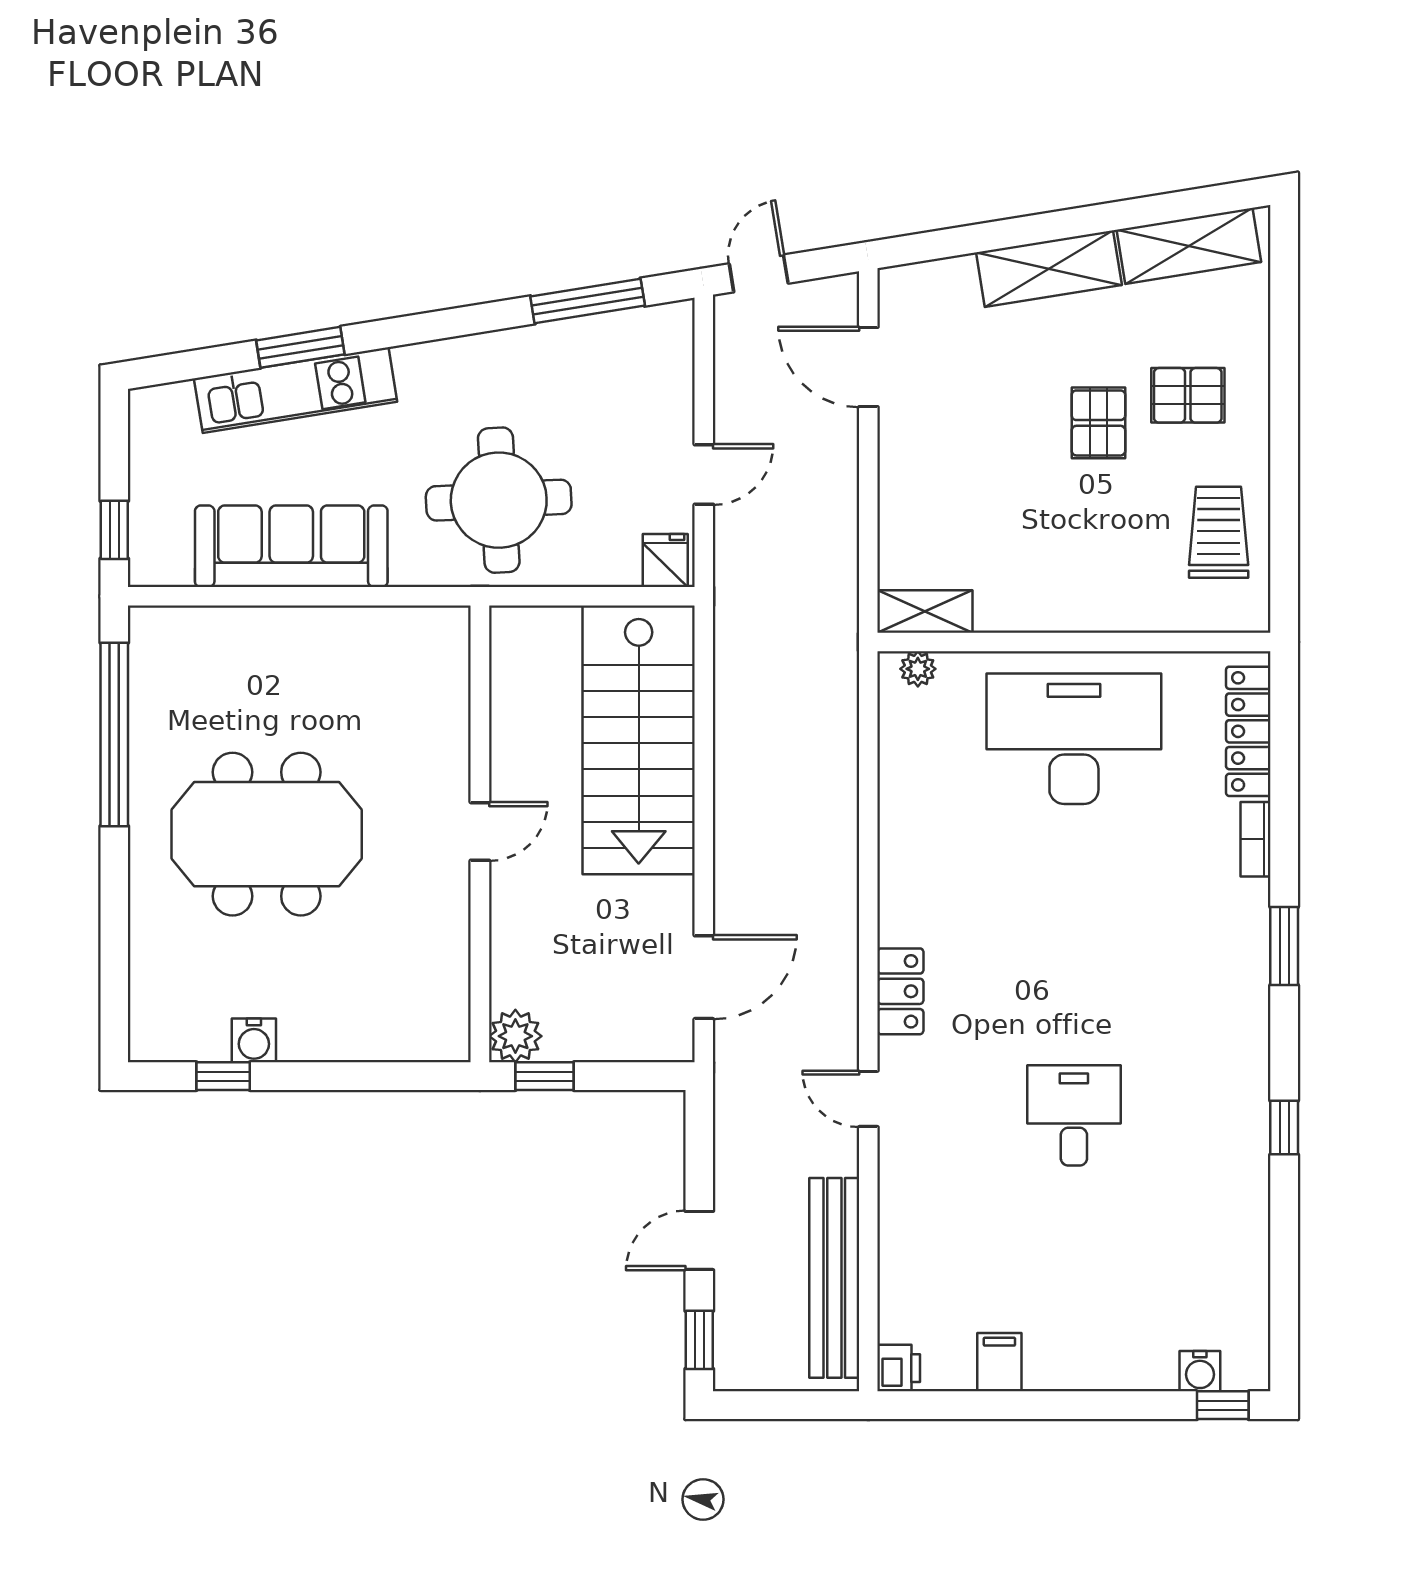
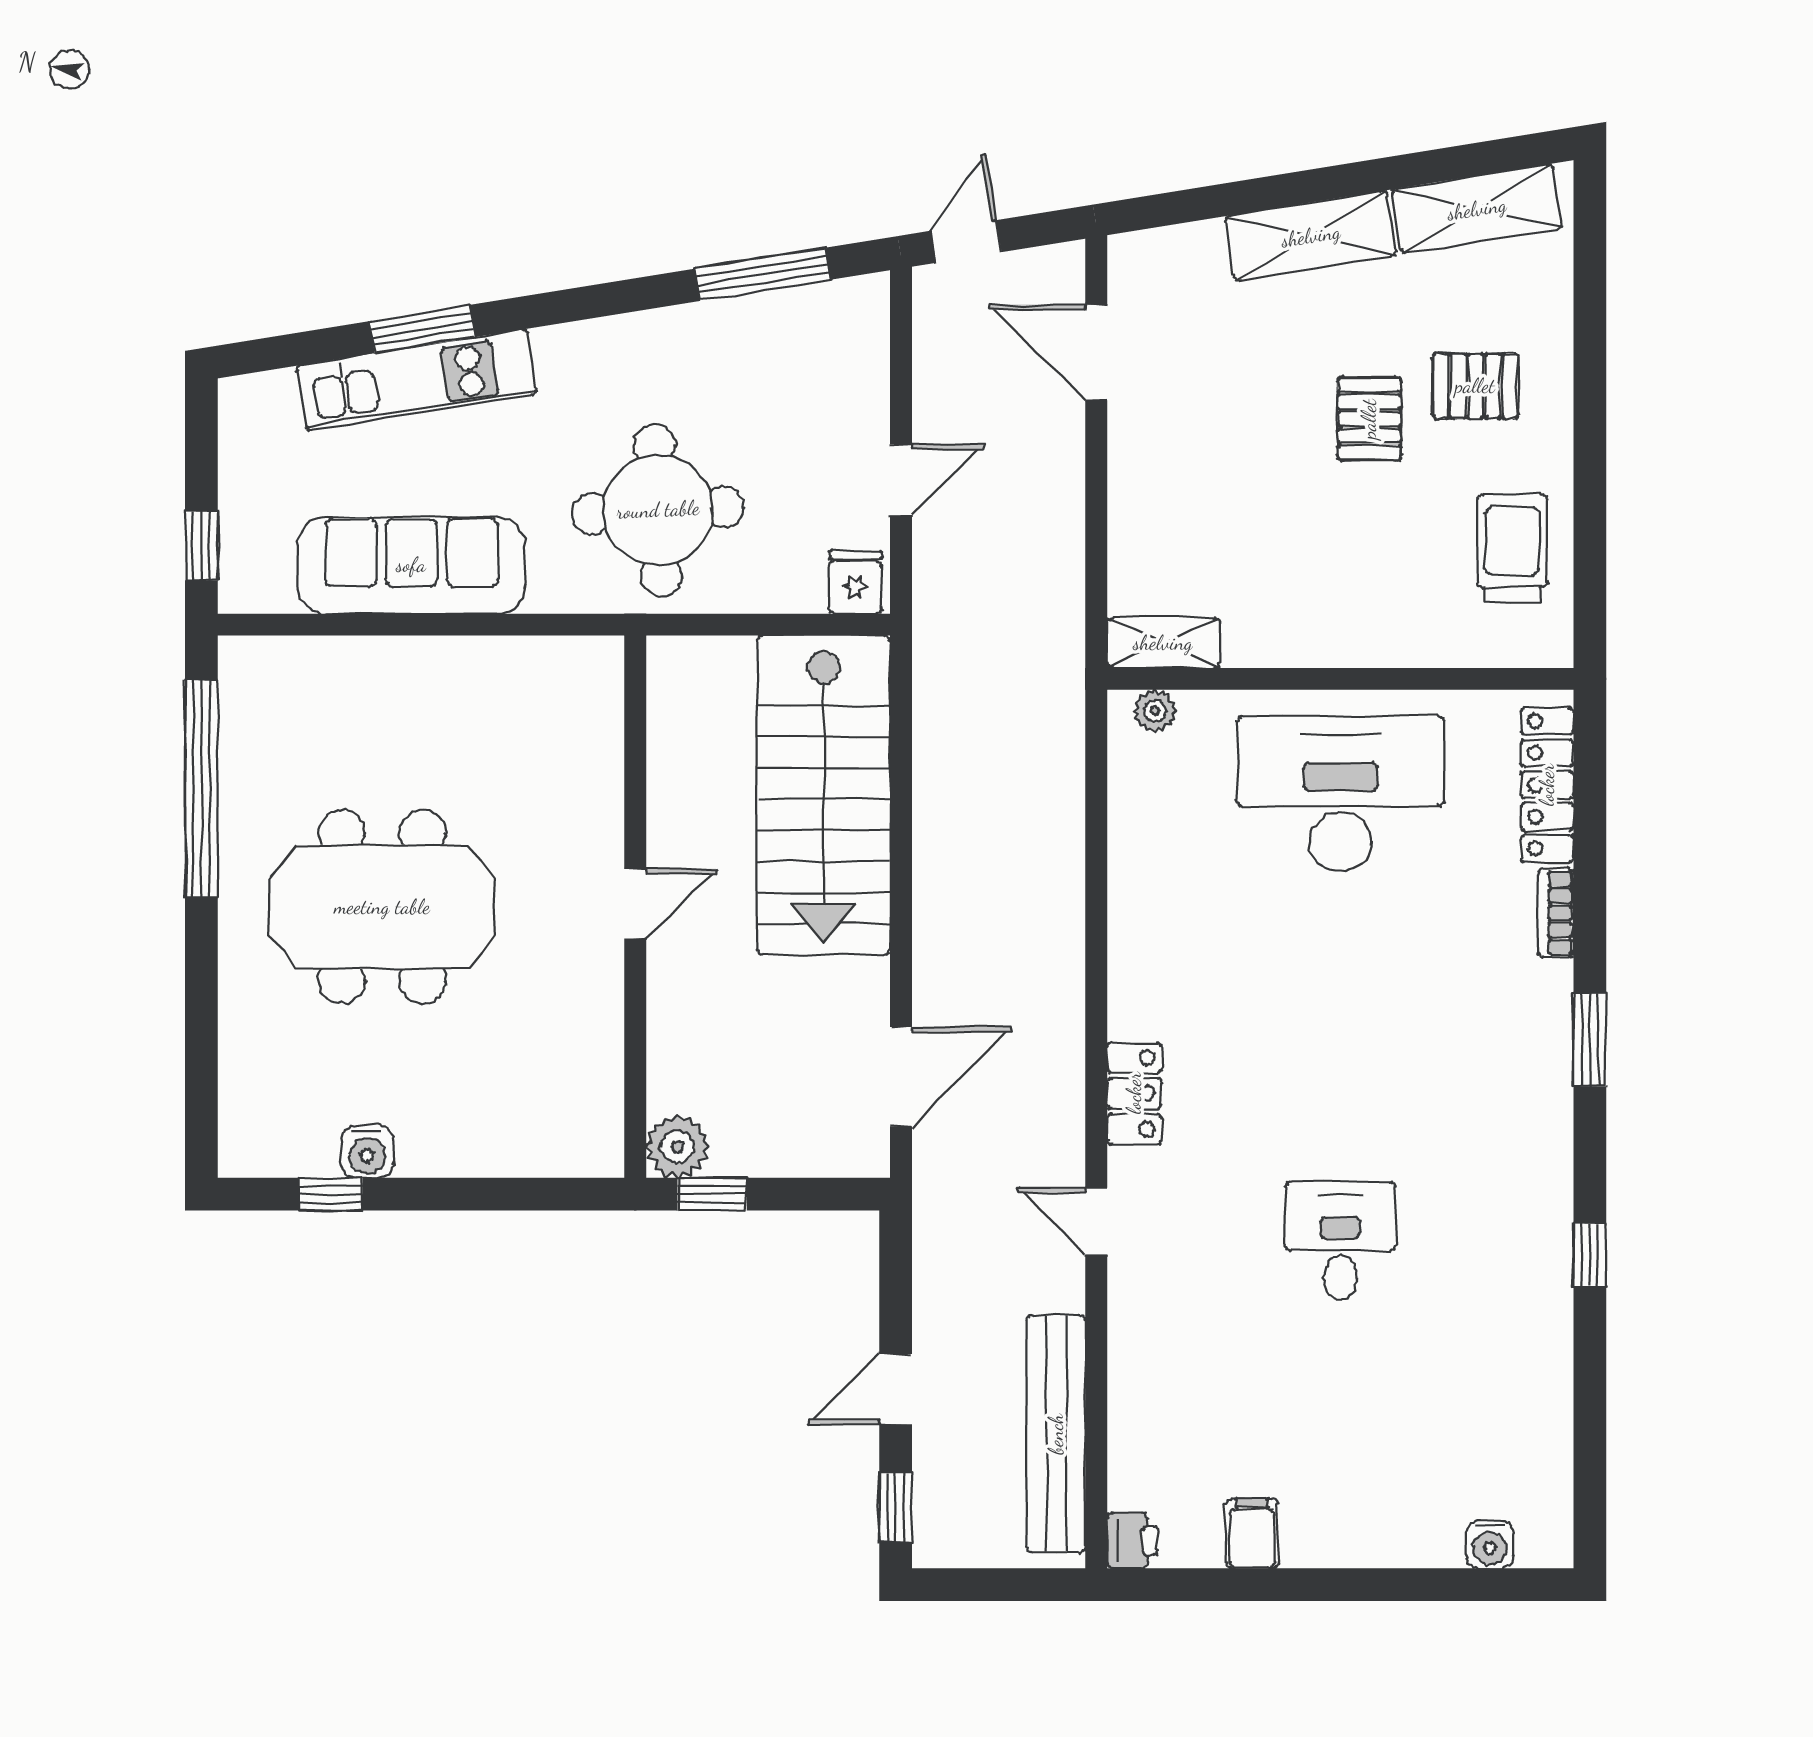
window: (1223, 1405) -> (1517, 1585), removed

